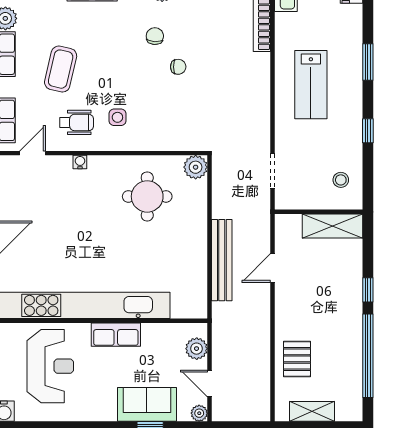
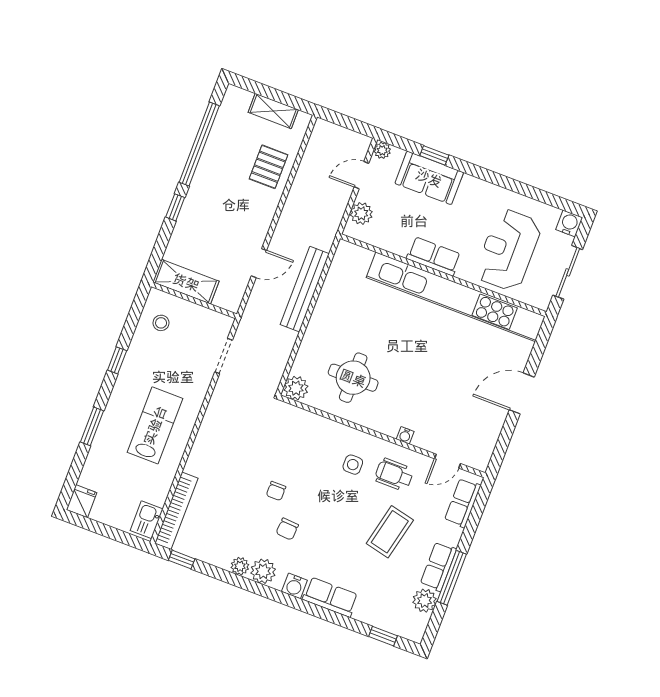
chair: (178, 67) -> (276, 491), turned -90
door: (210, 384) -> (361, 175), swing flipped

